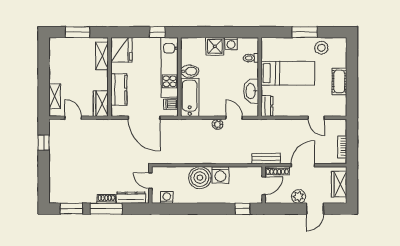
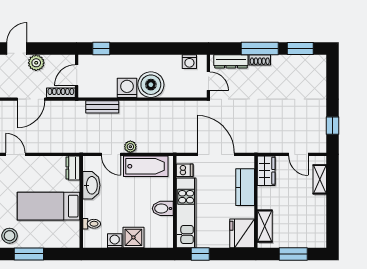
bathtub: (190, 97) -> (146, 166), moved, turned -90
bench: (266, 158) -> (102, 107), moved

